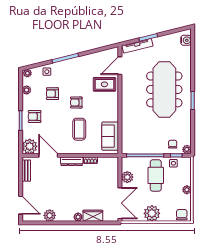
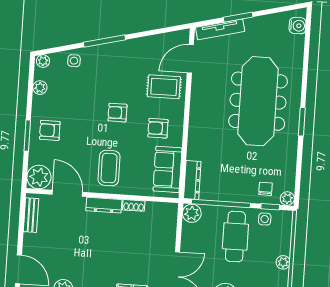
armchair: (53, 94) -> (158, 128), moved
coffee table: (79, 129) -> (109, 168), moved
dresser: (126, 142) -> (192, 180), added
plant: (127, 177) -> (192, 213), moved

